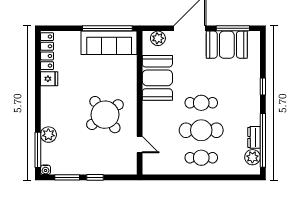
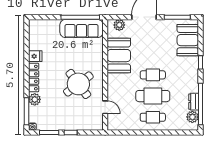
booth: (227, 45) -> (188, 40), moved, turned 90
locker: (47, 51) -> (34, 78), moved

